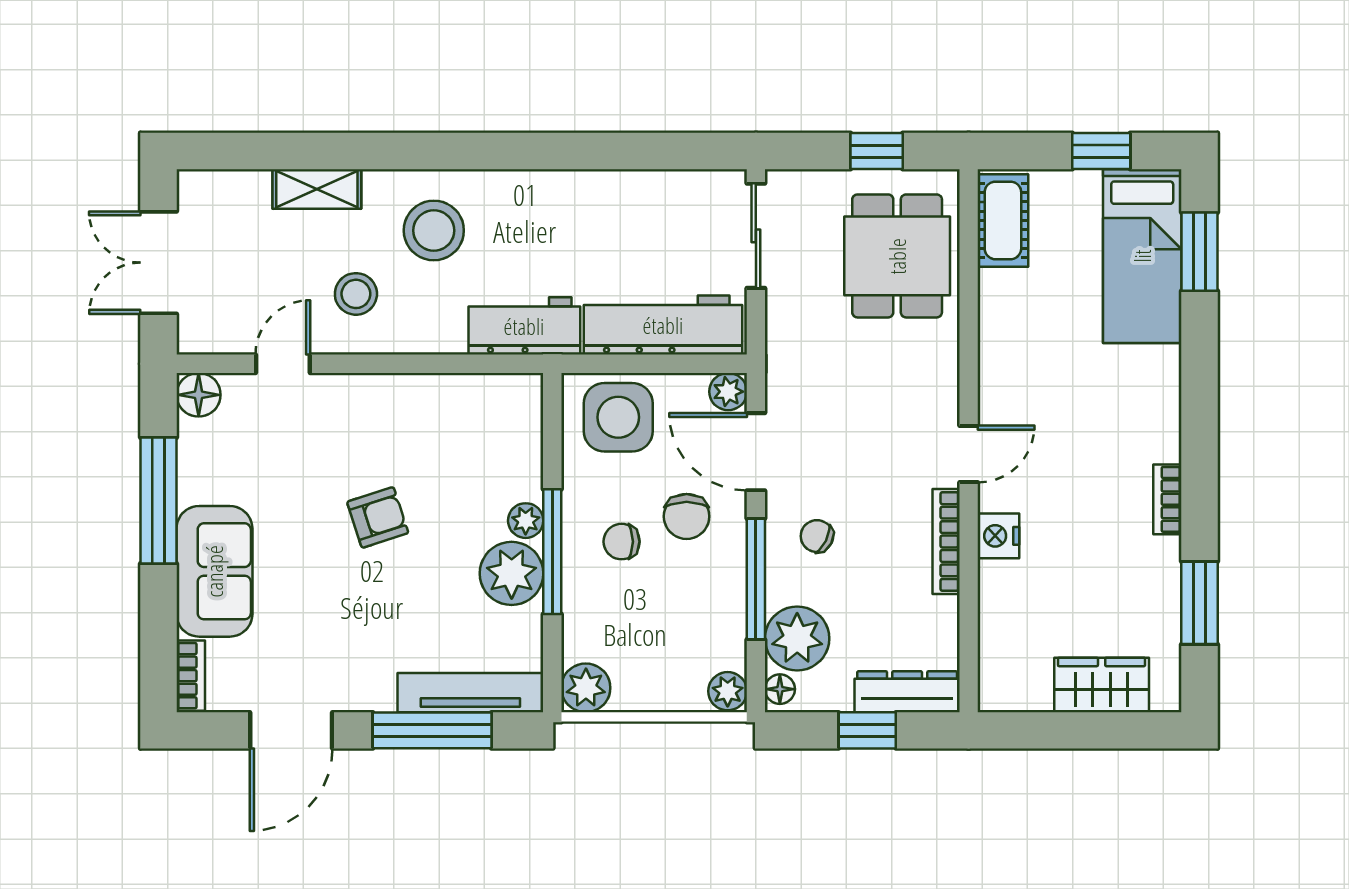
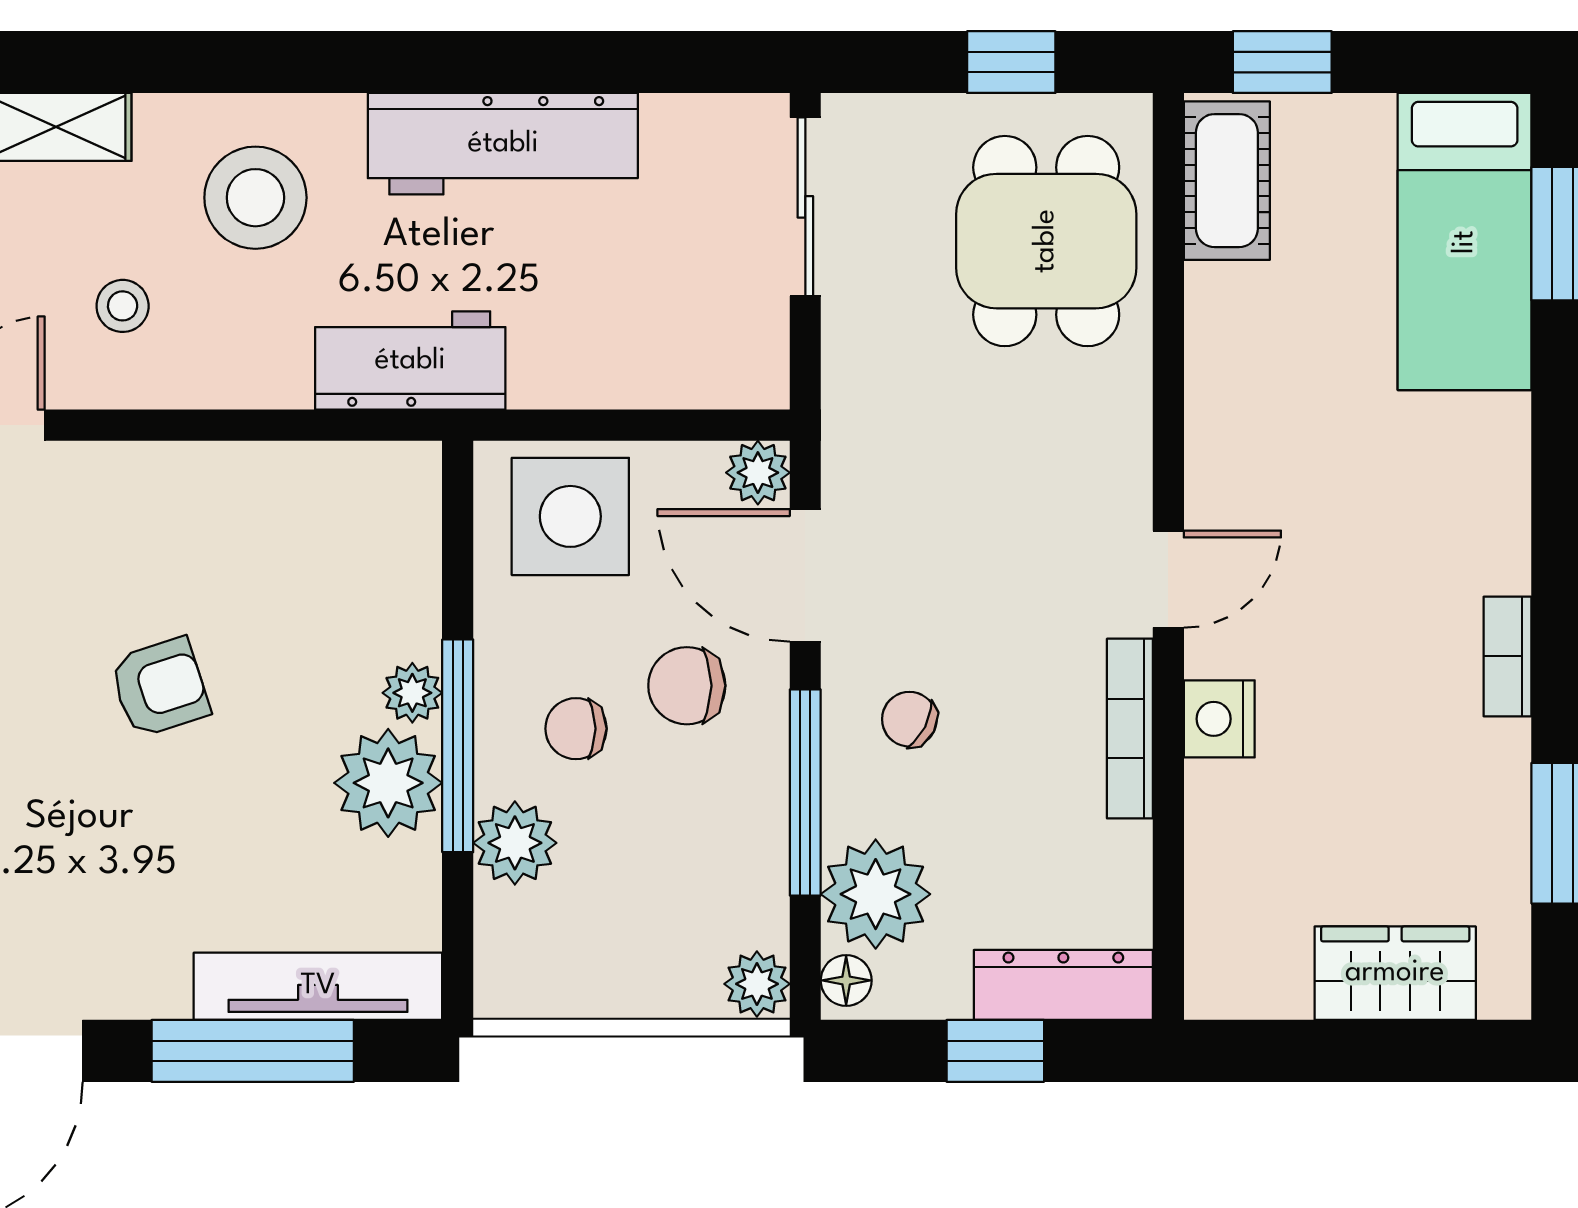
window: (1101, 151) -> (1282, 62), moved
stool: (356, 294) -> (123, 306), width x0.73, depth x0.73
workbench: (663, 325) -> (503, 144), moved, turned 180
chair: (687, 516) -> (687, 686), turned 90
plant: (586, 688) -> (515, 843), moved

